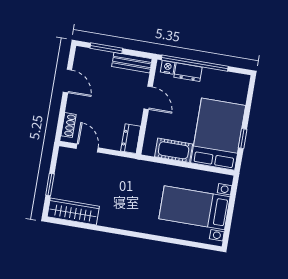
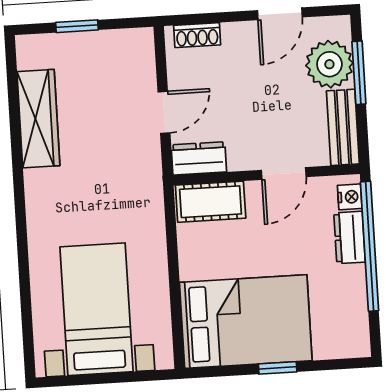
plant: (99, 62) -> (329, 64), added
window: (243, 139) -> (278, 368), moved
door: (87, 148) -> (164, 112), moved
cot: (174, 150) -> (211, 202), moved, turned 90
wardrobe: (73, 212) -> (38, 119), moved

